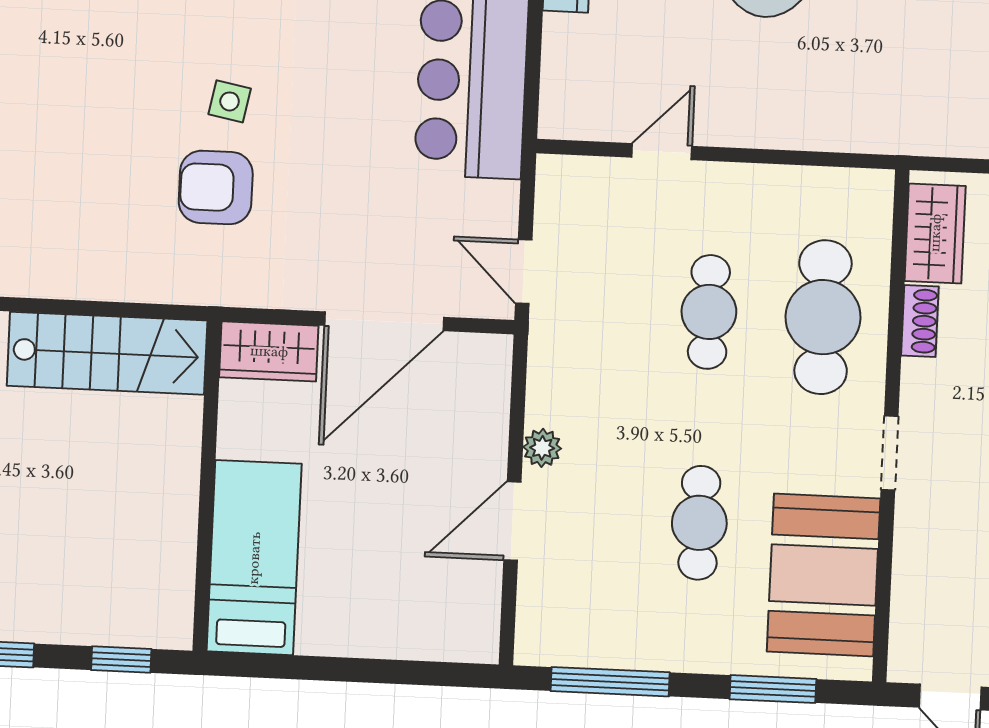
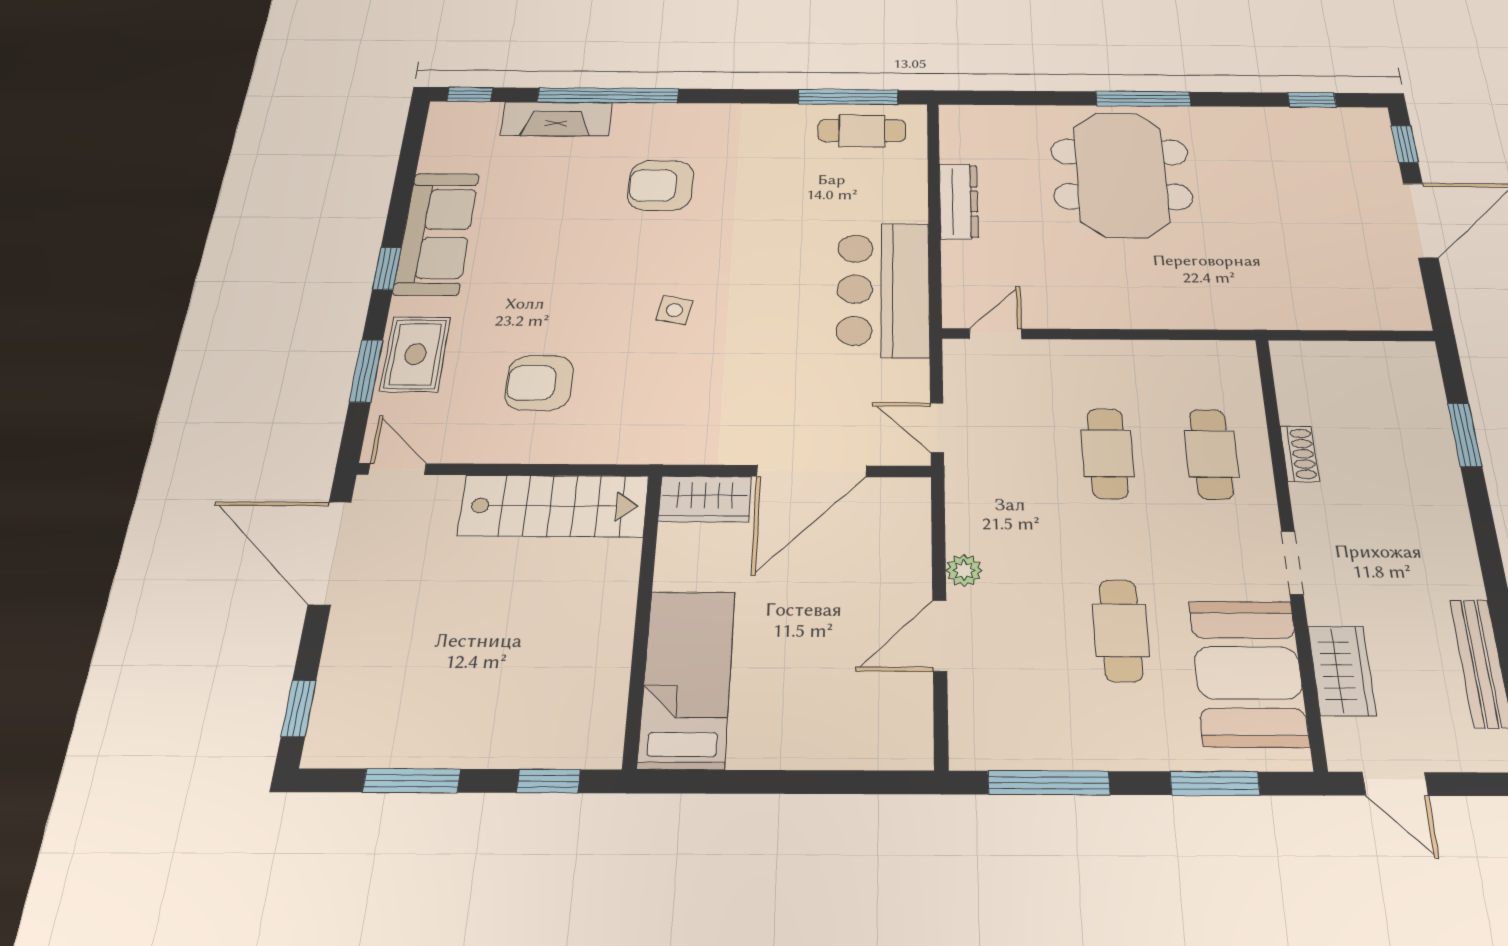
door: (662, 152) -> (996, 334), moved
armchair: (216, 187) -> (539, 383), moved
wardrobe: (935, 233) -> (1342, 670), moved
cafe table: (823, 317) -> (1211, 454), width x0.73, depth x0.74

